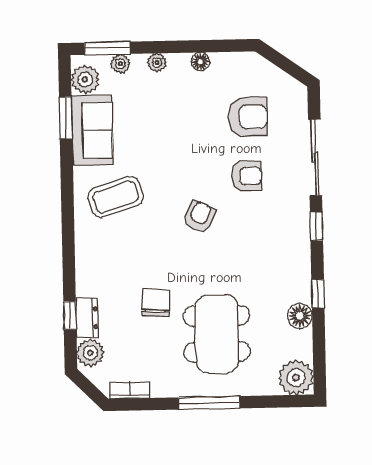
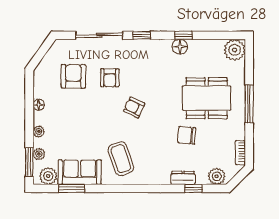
armchair: (246, 176) -> (110, 78), turned 180
floor lamp: (300, 316) -> (180, 47), moved
dresser: (87, 318) -> (183, 178), moved

